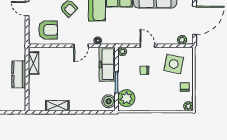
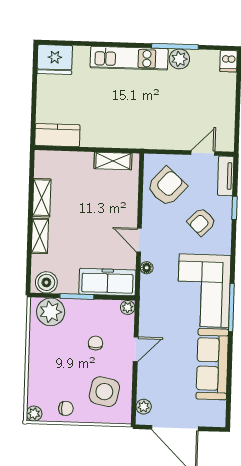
armchair: (48, 30) -> (167, 187), turned -138
kitchen counter: (19, 74) -> (57, 135), moved
shelving: (80, 106) -> (40, 236), added

